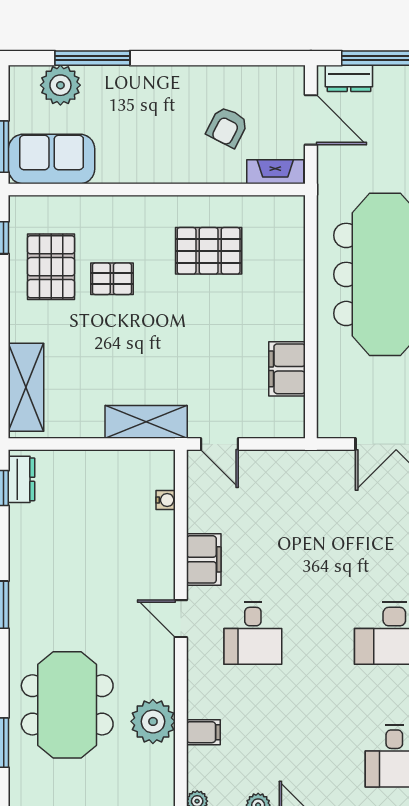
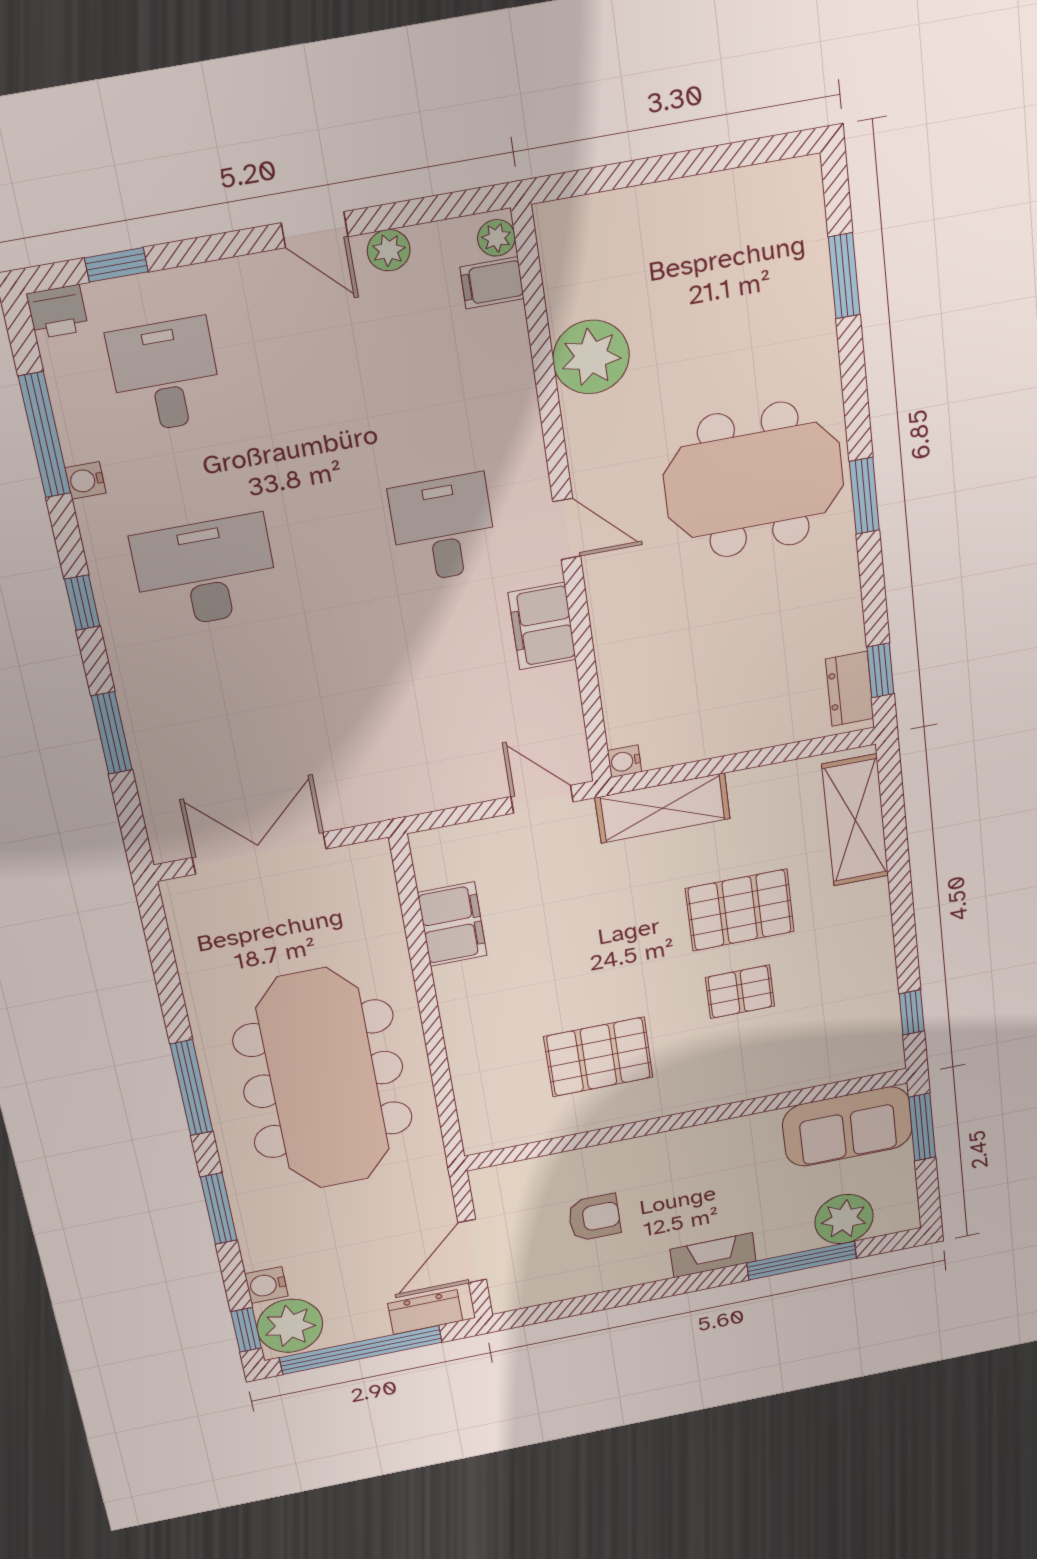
door: (311, 120) -> (472, 1251), hinge flipped
armchair: (227, 127) -> (594, 1218), turned 63
fireplace: (275, 172) -> (713, 1255), moved, turned 180
pallet: (51, 267) -> (740, 910), moved, turned 90
water cooler: (166, 500) -> (625, 761), moved
meeting table: (67, 705) -> (754, 480), moved, turned 90
filing cabinet: (203, 732) -> (492, 283), moved

